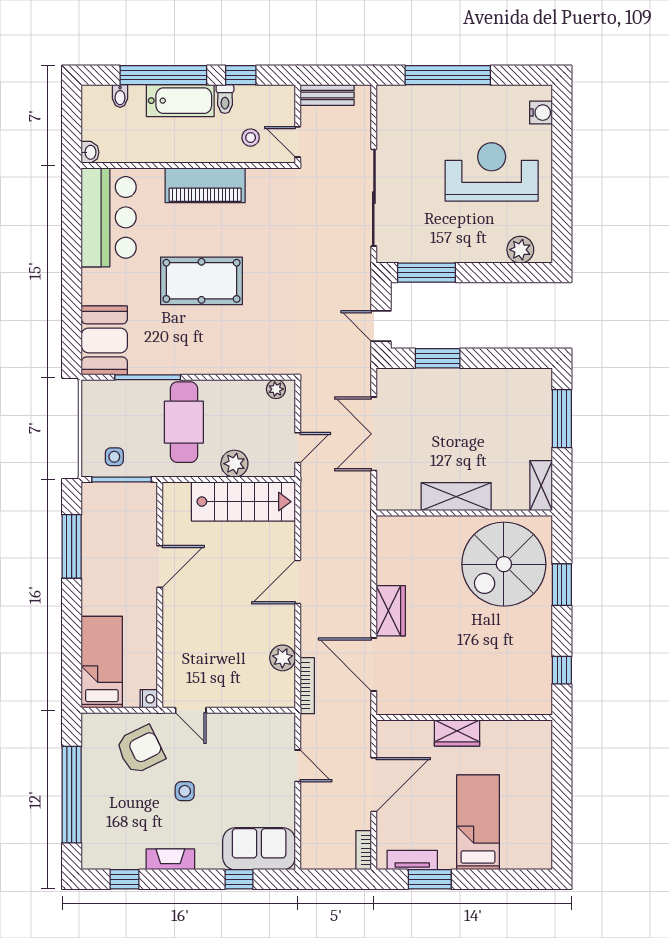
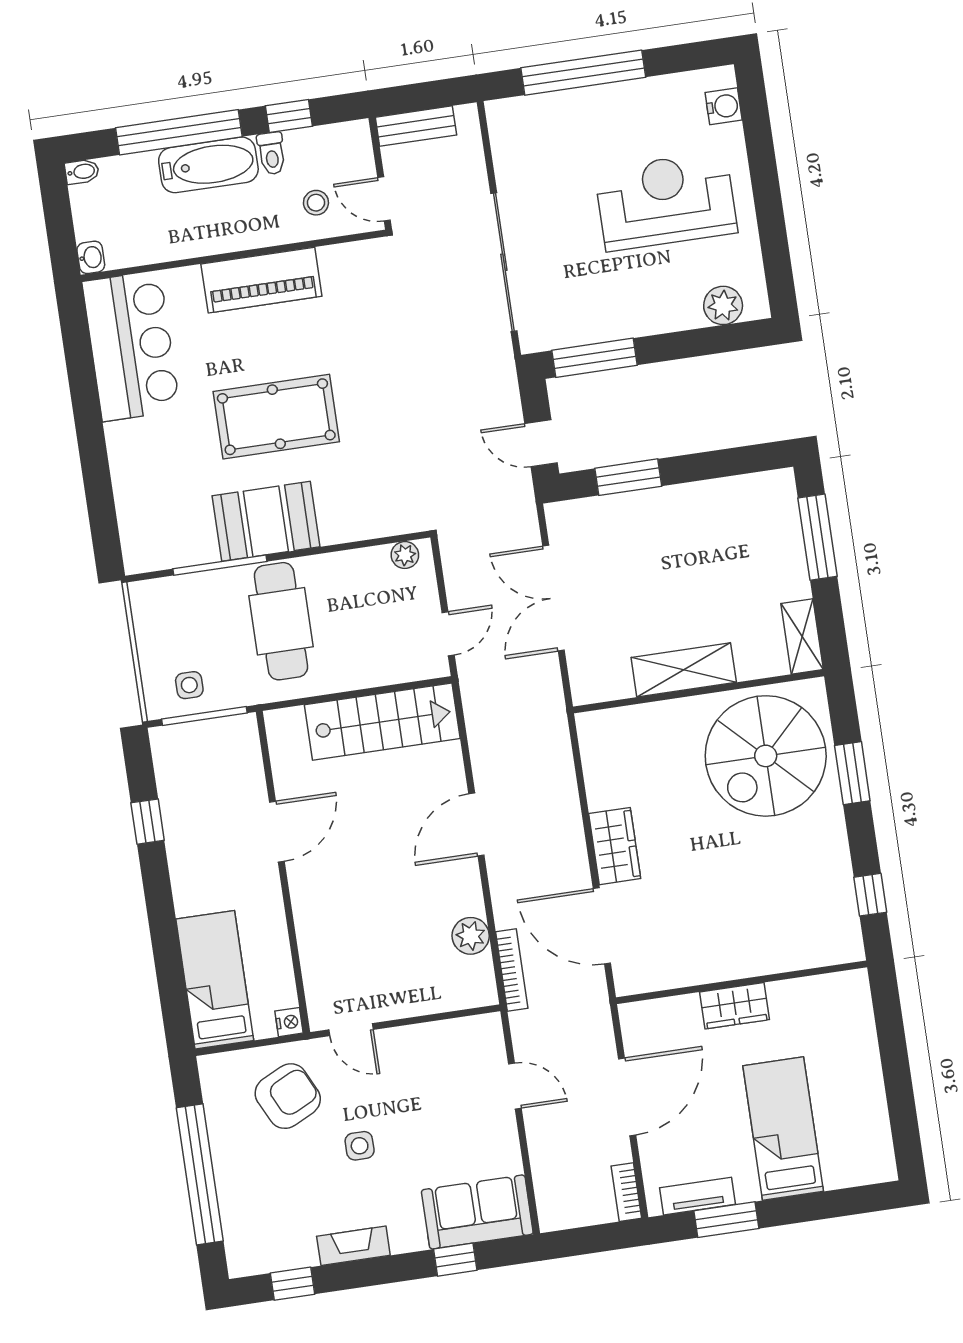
bidet: (120, 96) -> (82, 172), moved, turned -90
booth: (104, 340) -> (266, 521), moved, turned 90
plant: (234, 464) -> (361, 670), removed
window: (72, 546) -> (148, 822), width x0.46

